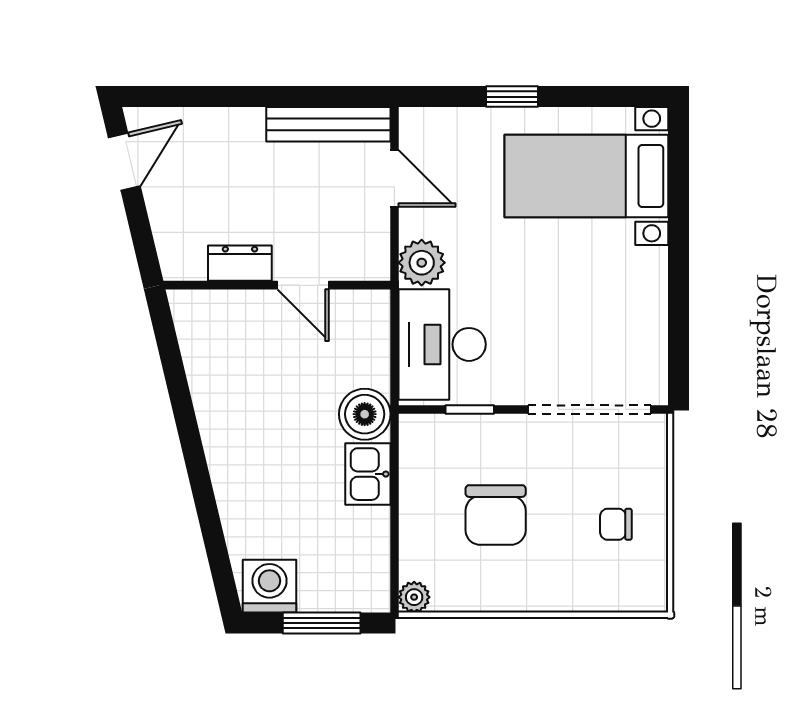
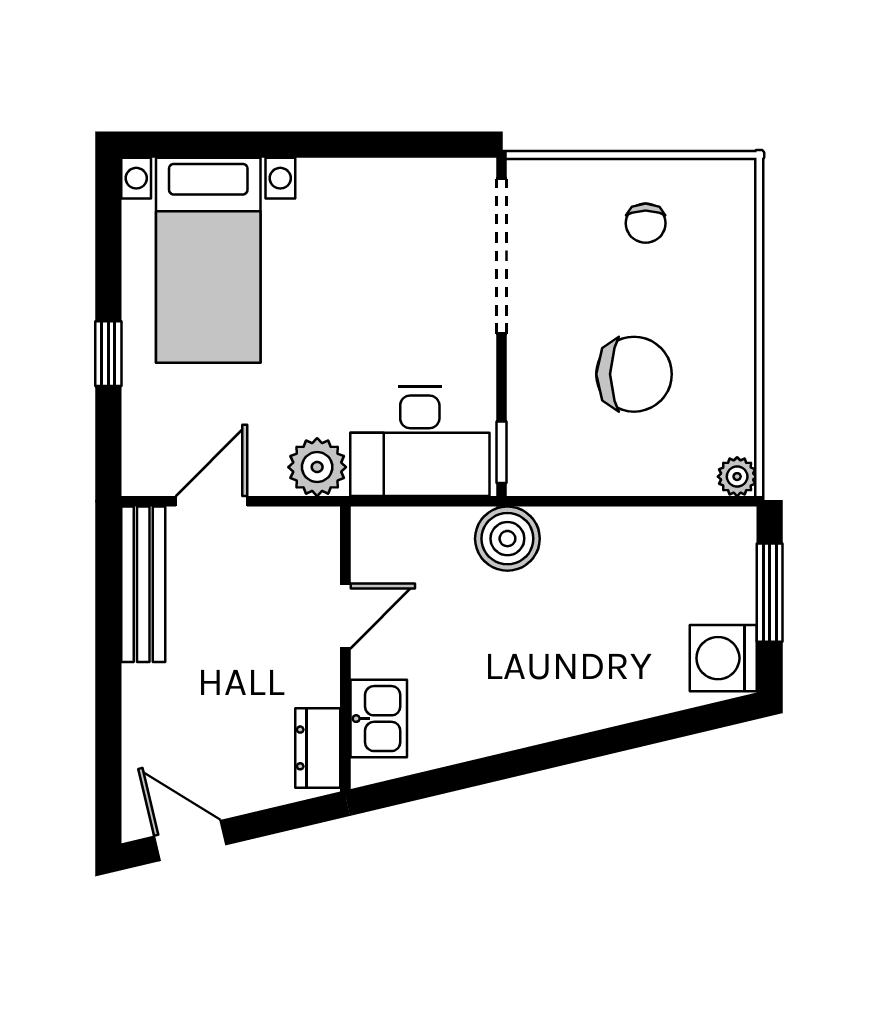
dresser: (240, 263) -> (318, 748), moved
window: (470, 409) -> (502, 452), moved
kitchen sink: (368, 474) -> (379, 719), moved, turned -90

